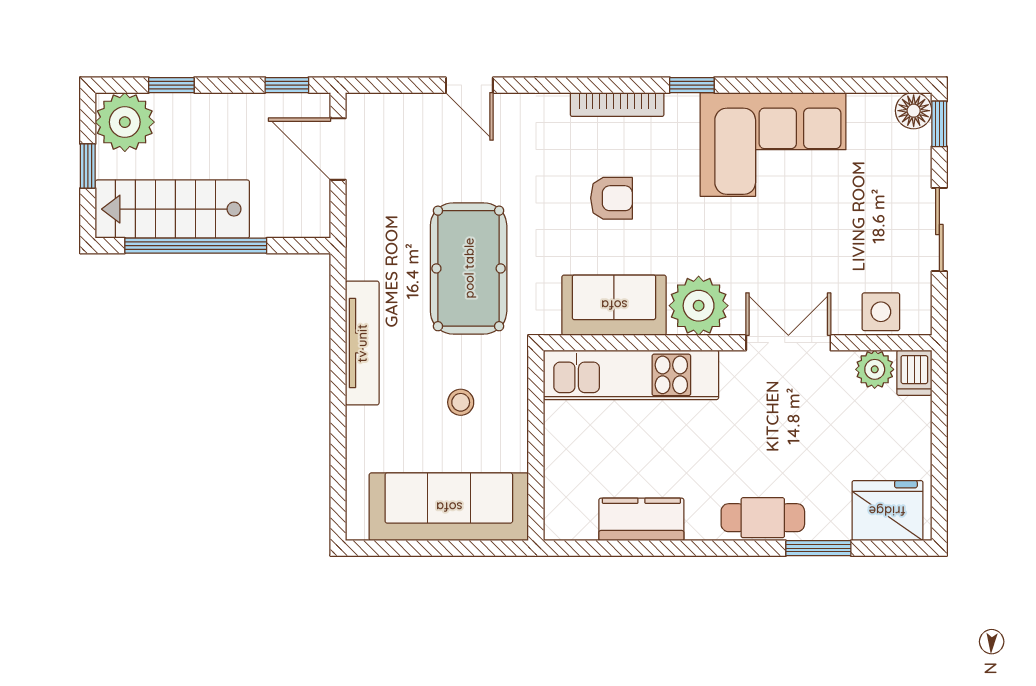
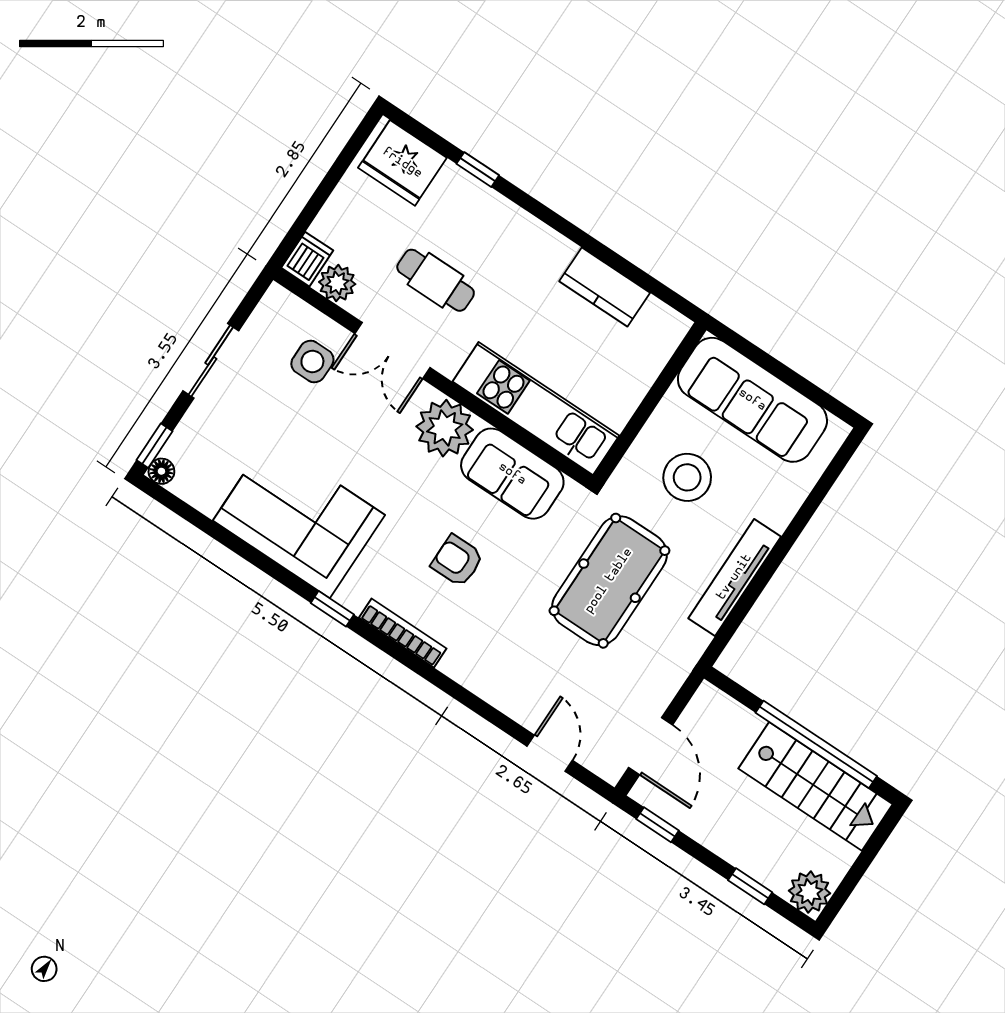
door: (469, 85) -> (550, 753), moved
floor lamp: (914, 111) -> (161, 471), width x0.73, depth x0.73
plant: (125, 122) -> (809, 892), width x0.73, depth x0.73
window: (88, 166) -> (860, 866), removed
side table: (881, 312) -> (312, 362), moved
stool: (461, 402) -> (687, 477), width x1.89, depth x1.89
cafe table: (763, 518) -> (436, 280), moved
window: (818, 548) -> (478, 170), width x0.67

